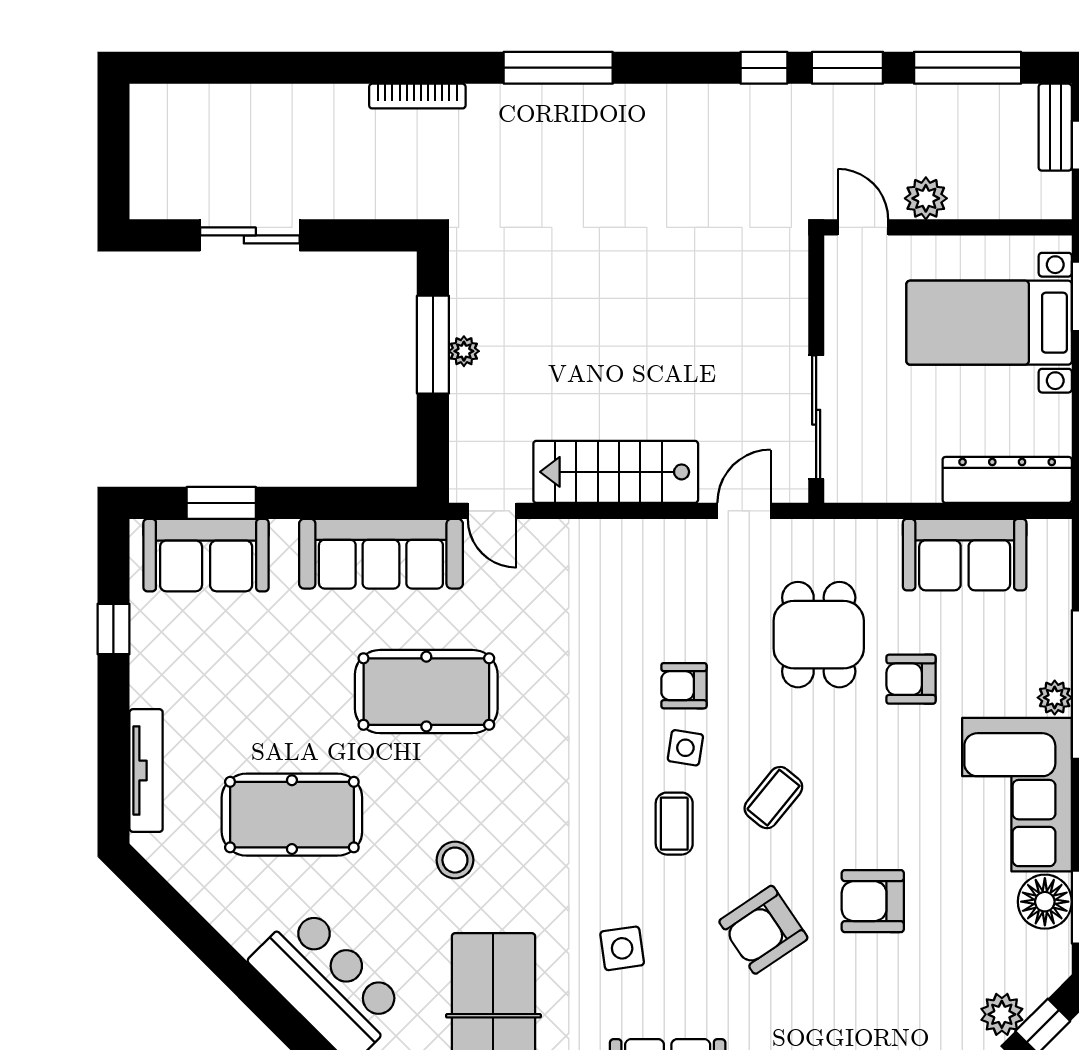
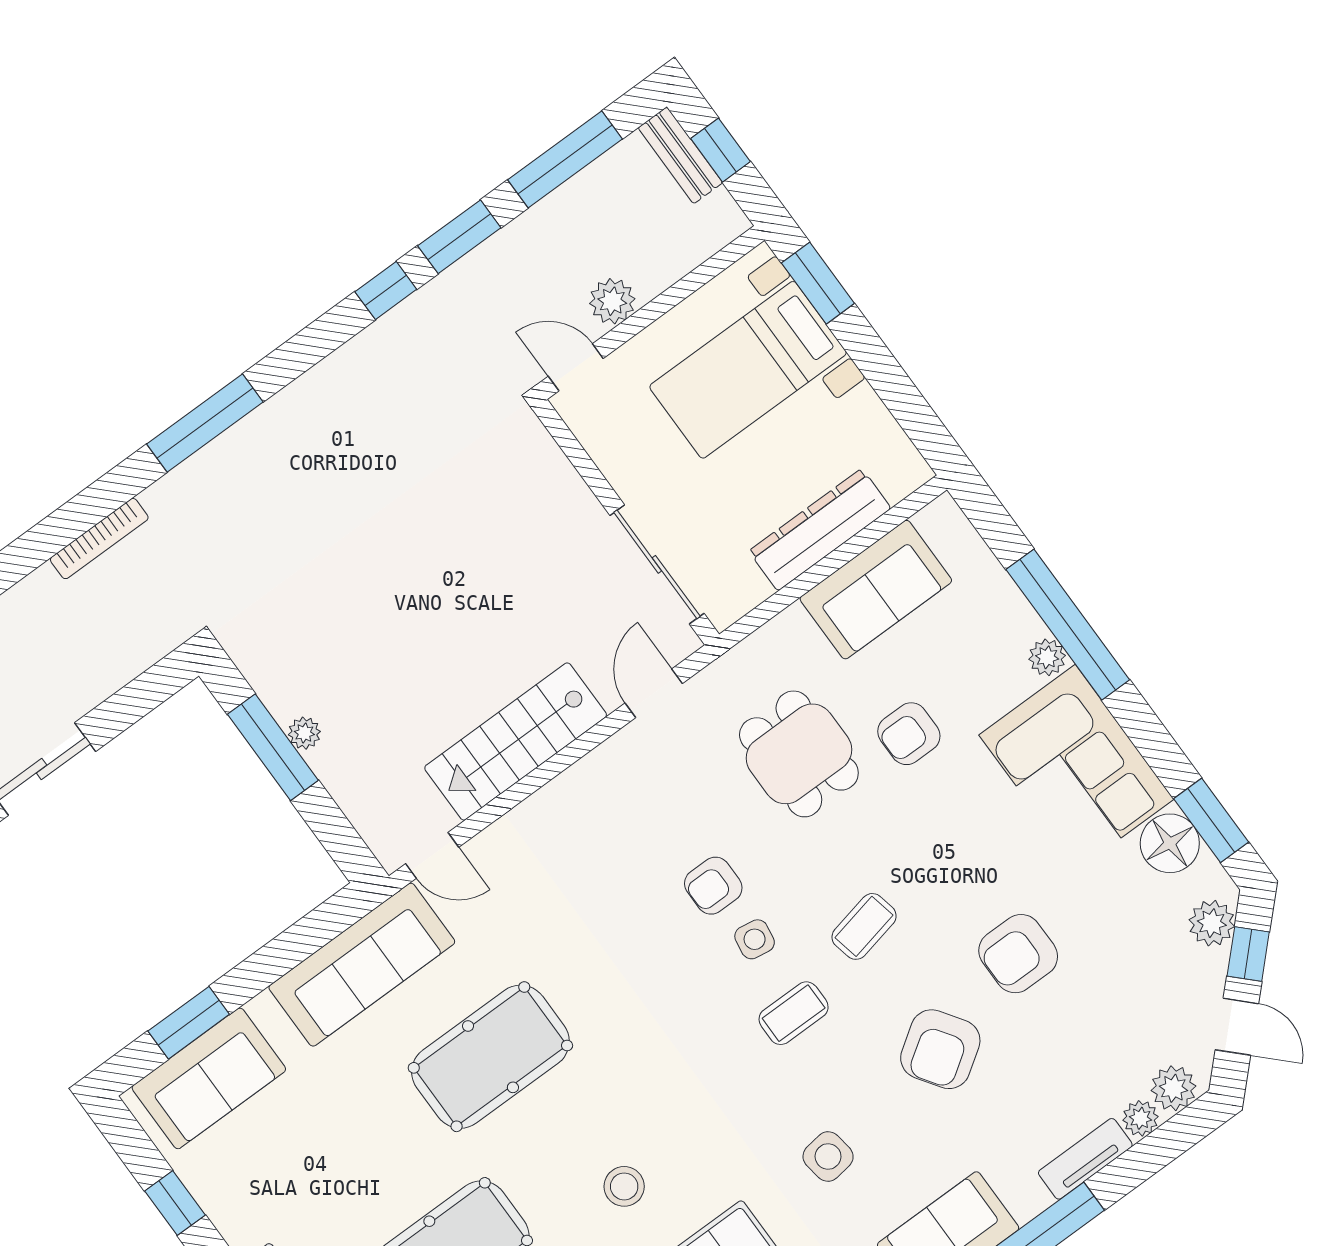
dresser: (1007, 480) -> (820, 530), moved
coffee table: (773, 798) -> (864, 926), turned 39
coffee table: (674, 824) -> (794, 1013), turned 90
plant: (1002, 1014) -> (1212, 923), moved

